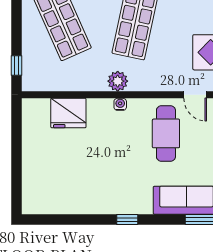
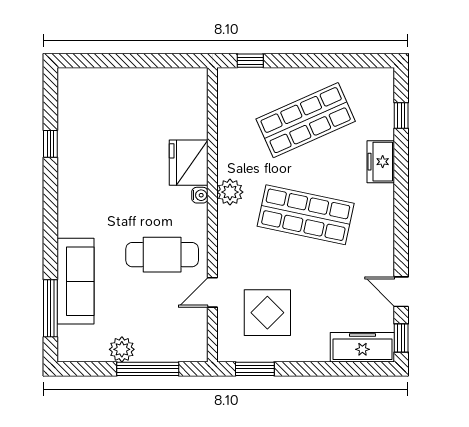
fridge: (68, 113) -> (189, 163), moved
window: (127, 220) -> (50, 144), moved

